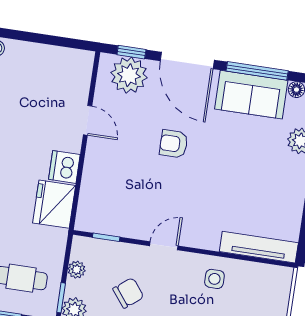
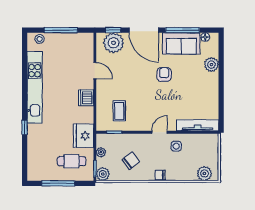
window: (37, 38) -> (61, 30), added
armchair: (174, 144) -> (164, 75), moved, turned 90
coffee table: (121, 200) -> (119, 111), added
fridge: (54, 204) -> (83, 136), moved
door: (164, 246) -> (159, 132), moved

